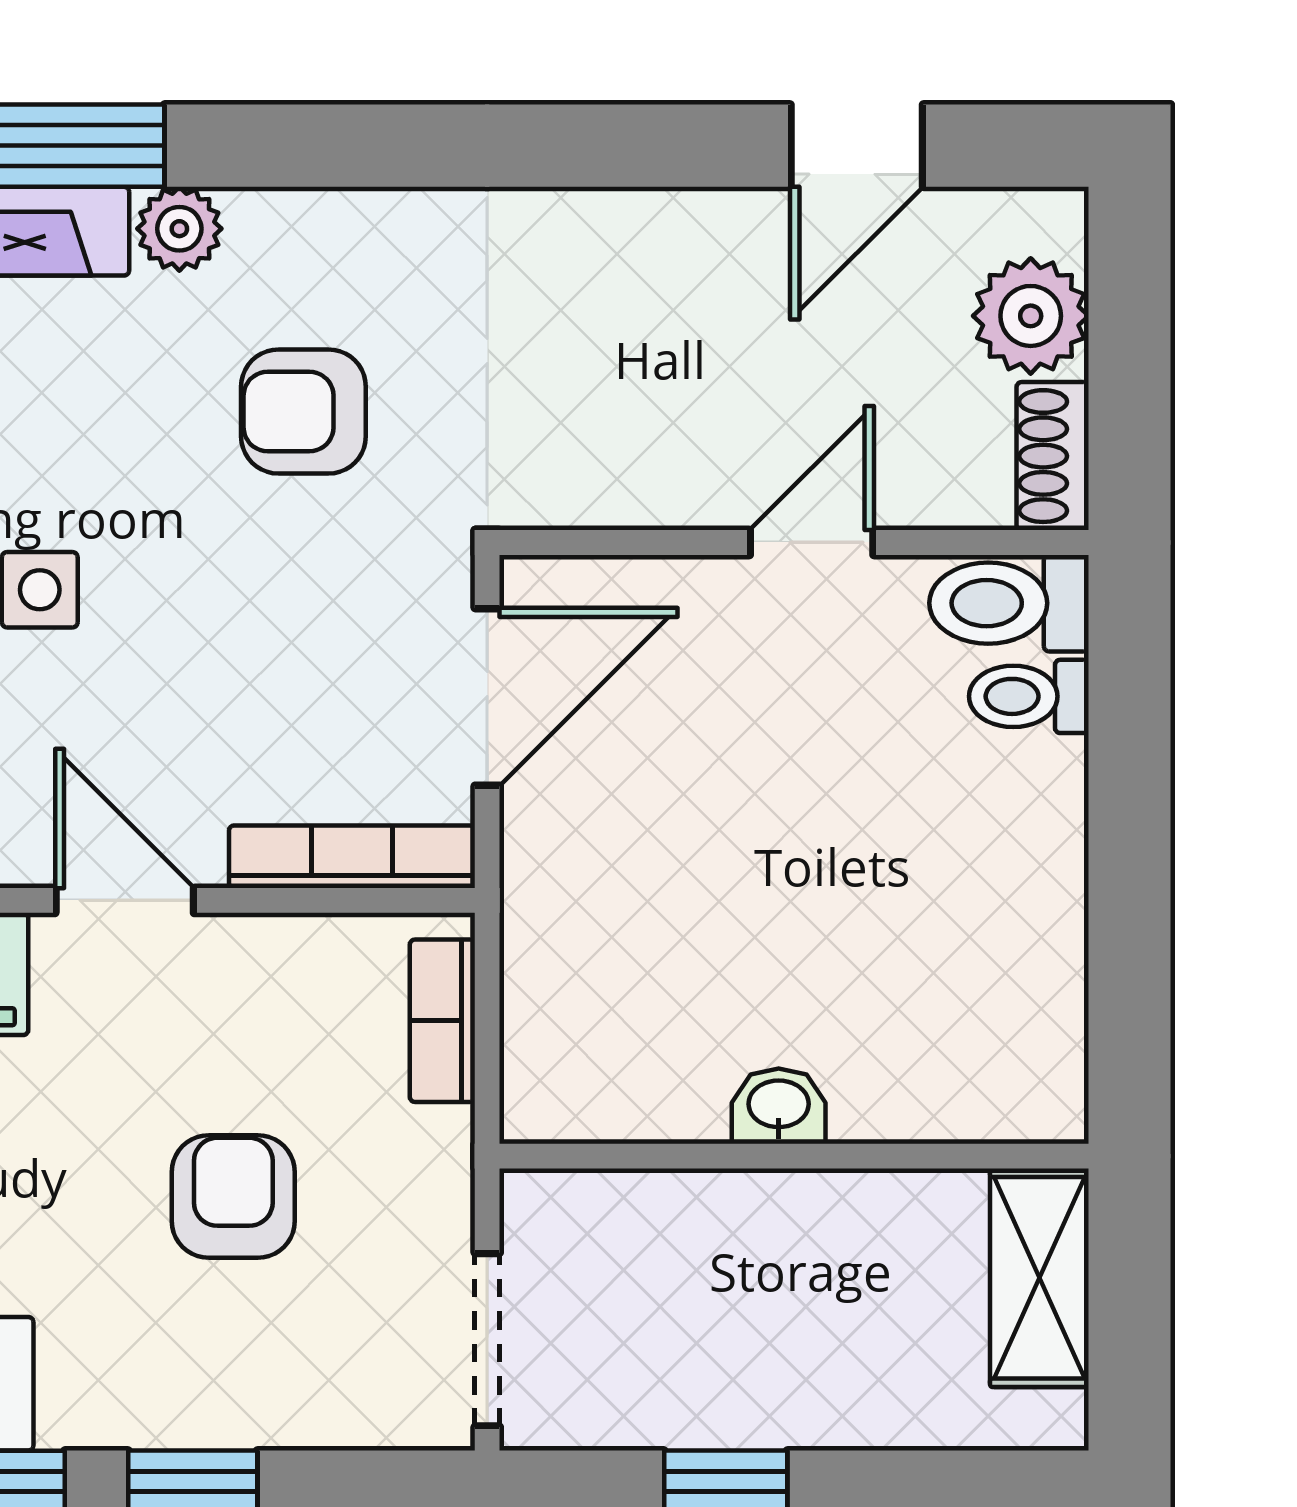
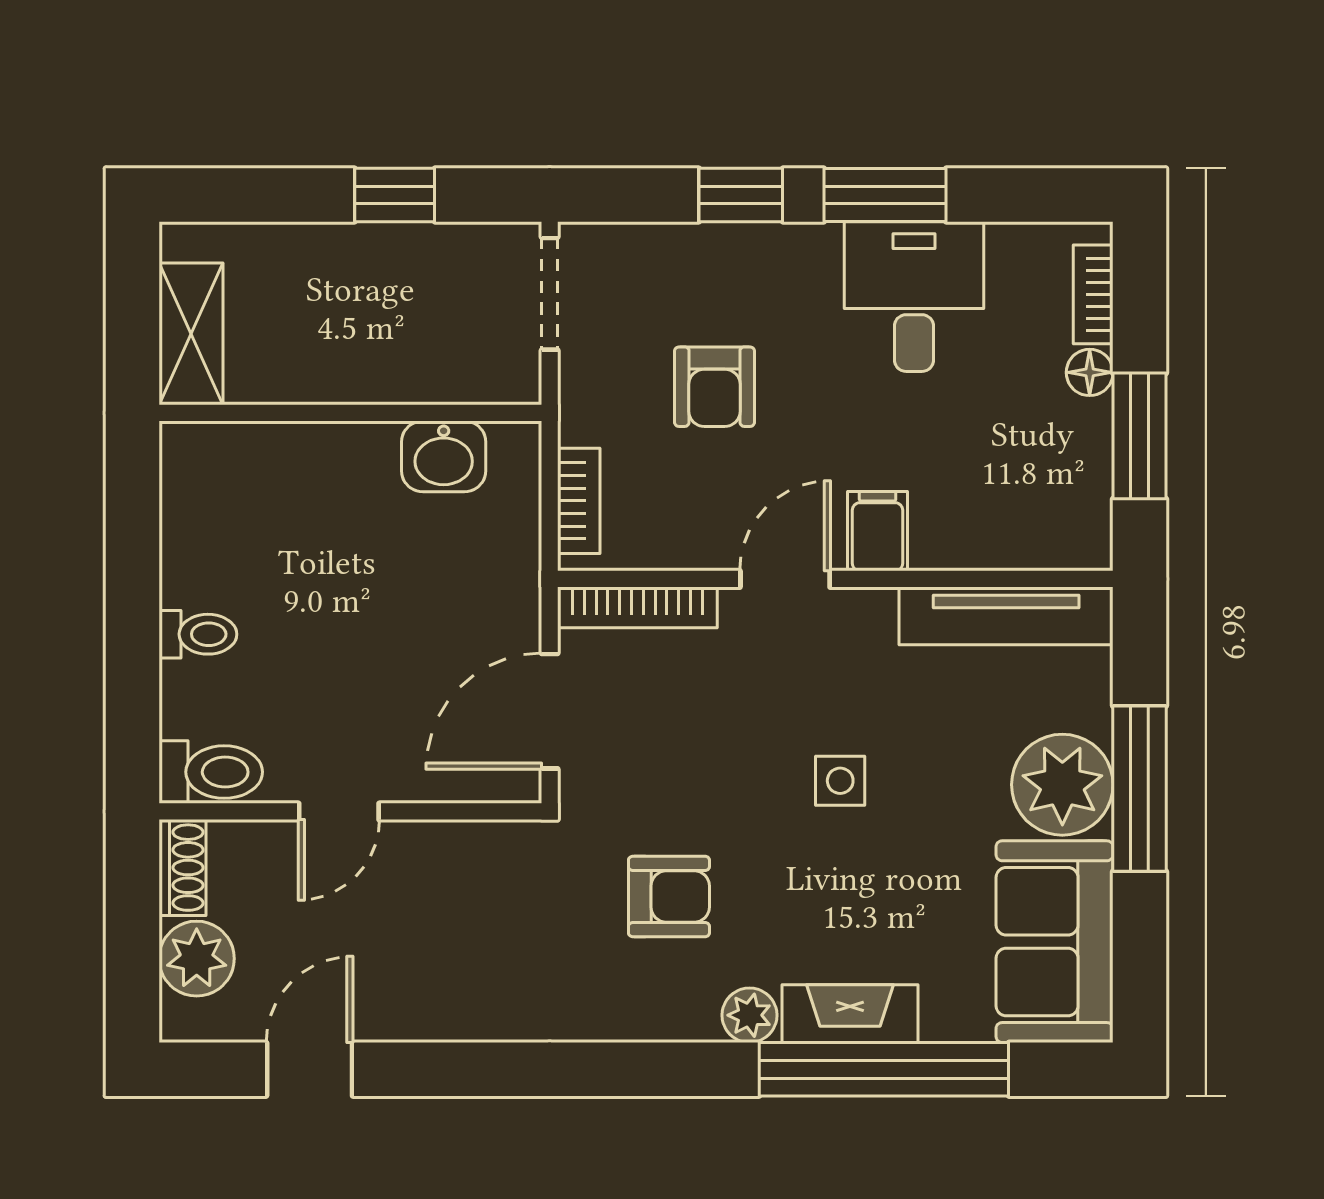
toilet: (1029, 696) -> (198, 634), moved
door: (125, 900) -> (785, 579), swing flipped
washbasin: (779, 1106) -> (444, 456), moved, width x1.38, depth x1.45

